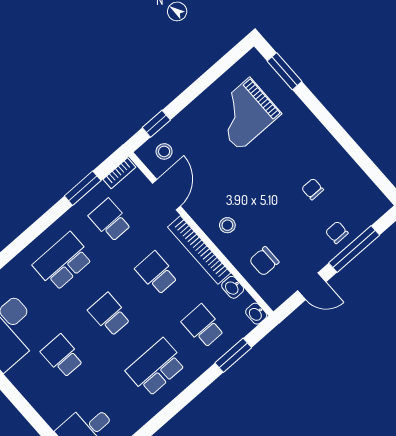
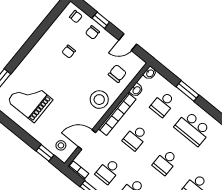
grand piano: (245, 114) -> (30, 100), turned 180
chair: (367, 210) -> (76, 17), added
stool: (227, 225) -> (99, 100), width x1.89, depth x1.89
window: (354, 249) -> (101, 20), width x0.46
chair: (264, 261) -> (117, 74), turned -90
door: (312, 286) -> (128, 42), swing flipped
window: (233, 355) -> (187, 91), moved

